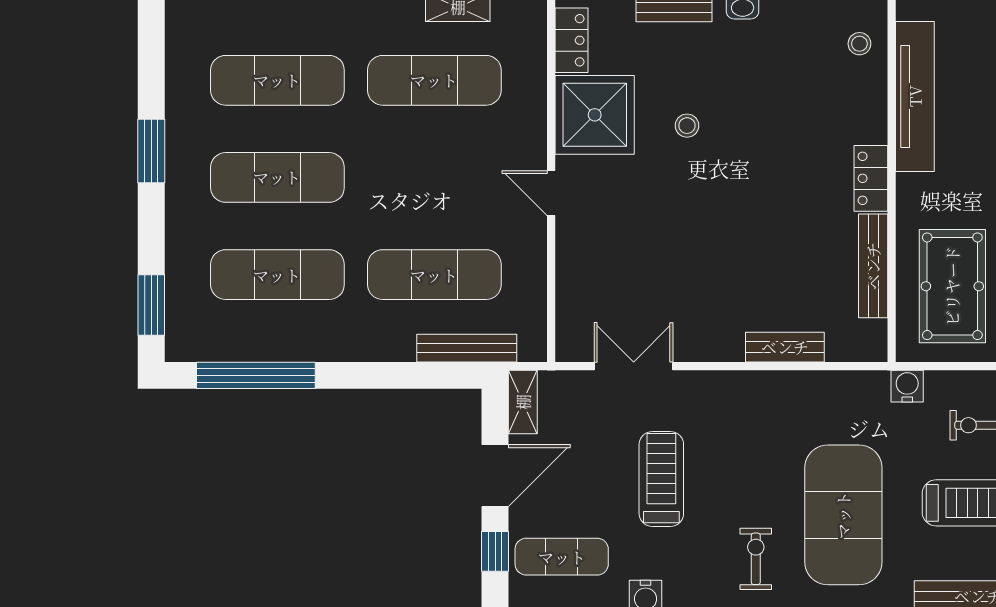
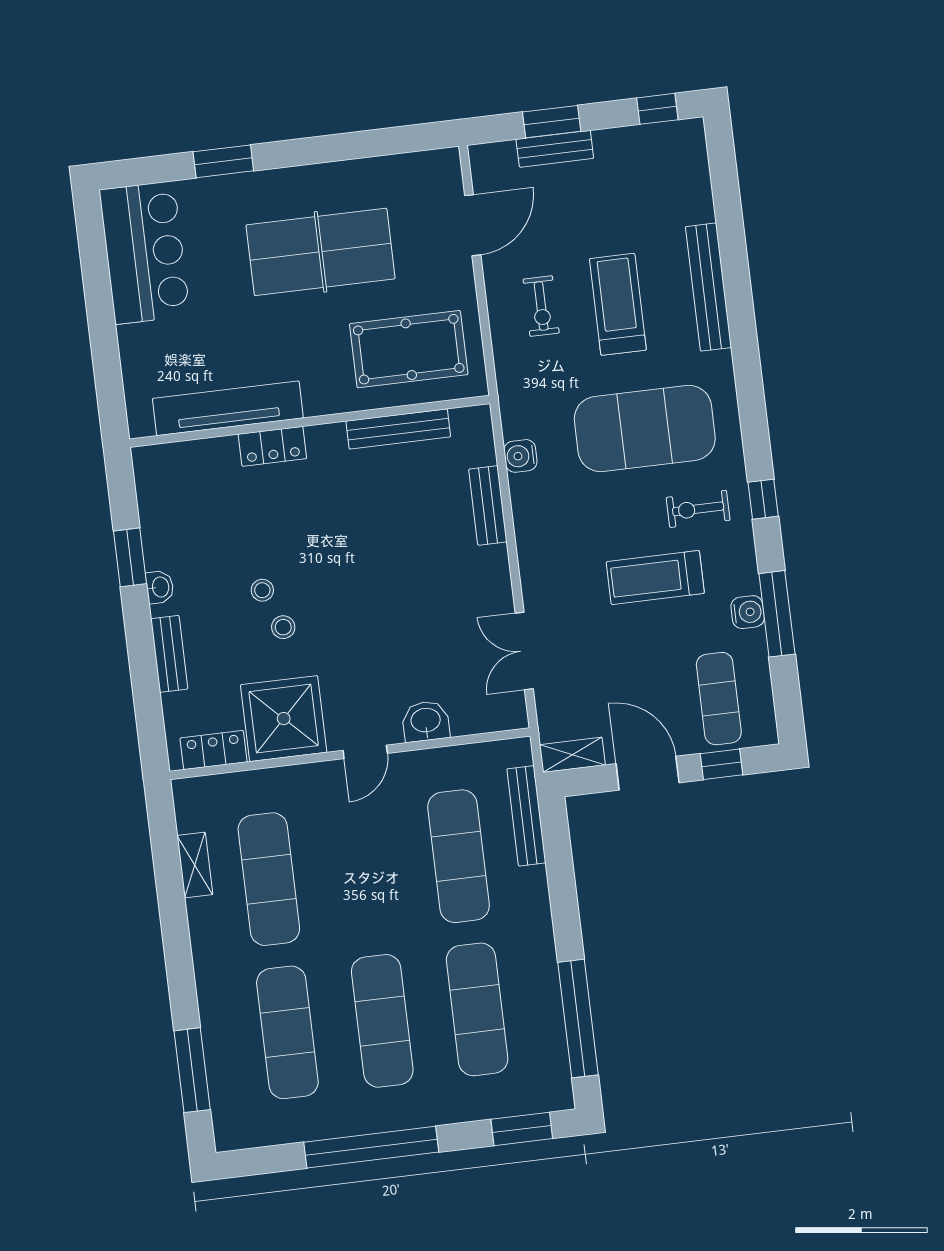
stool: (859, 44) -> (262, 590), moved
window: (151, 151) -> (371, 1147), width x2.11
locker: (871, 178) -> (272, 446), moved
washbasin: (575, 258) -> (426, 721), added
water cooler: (907, 386) -> (520, 456), moved
treadmill: (661, 479) -> (655, 578), moved

